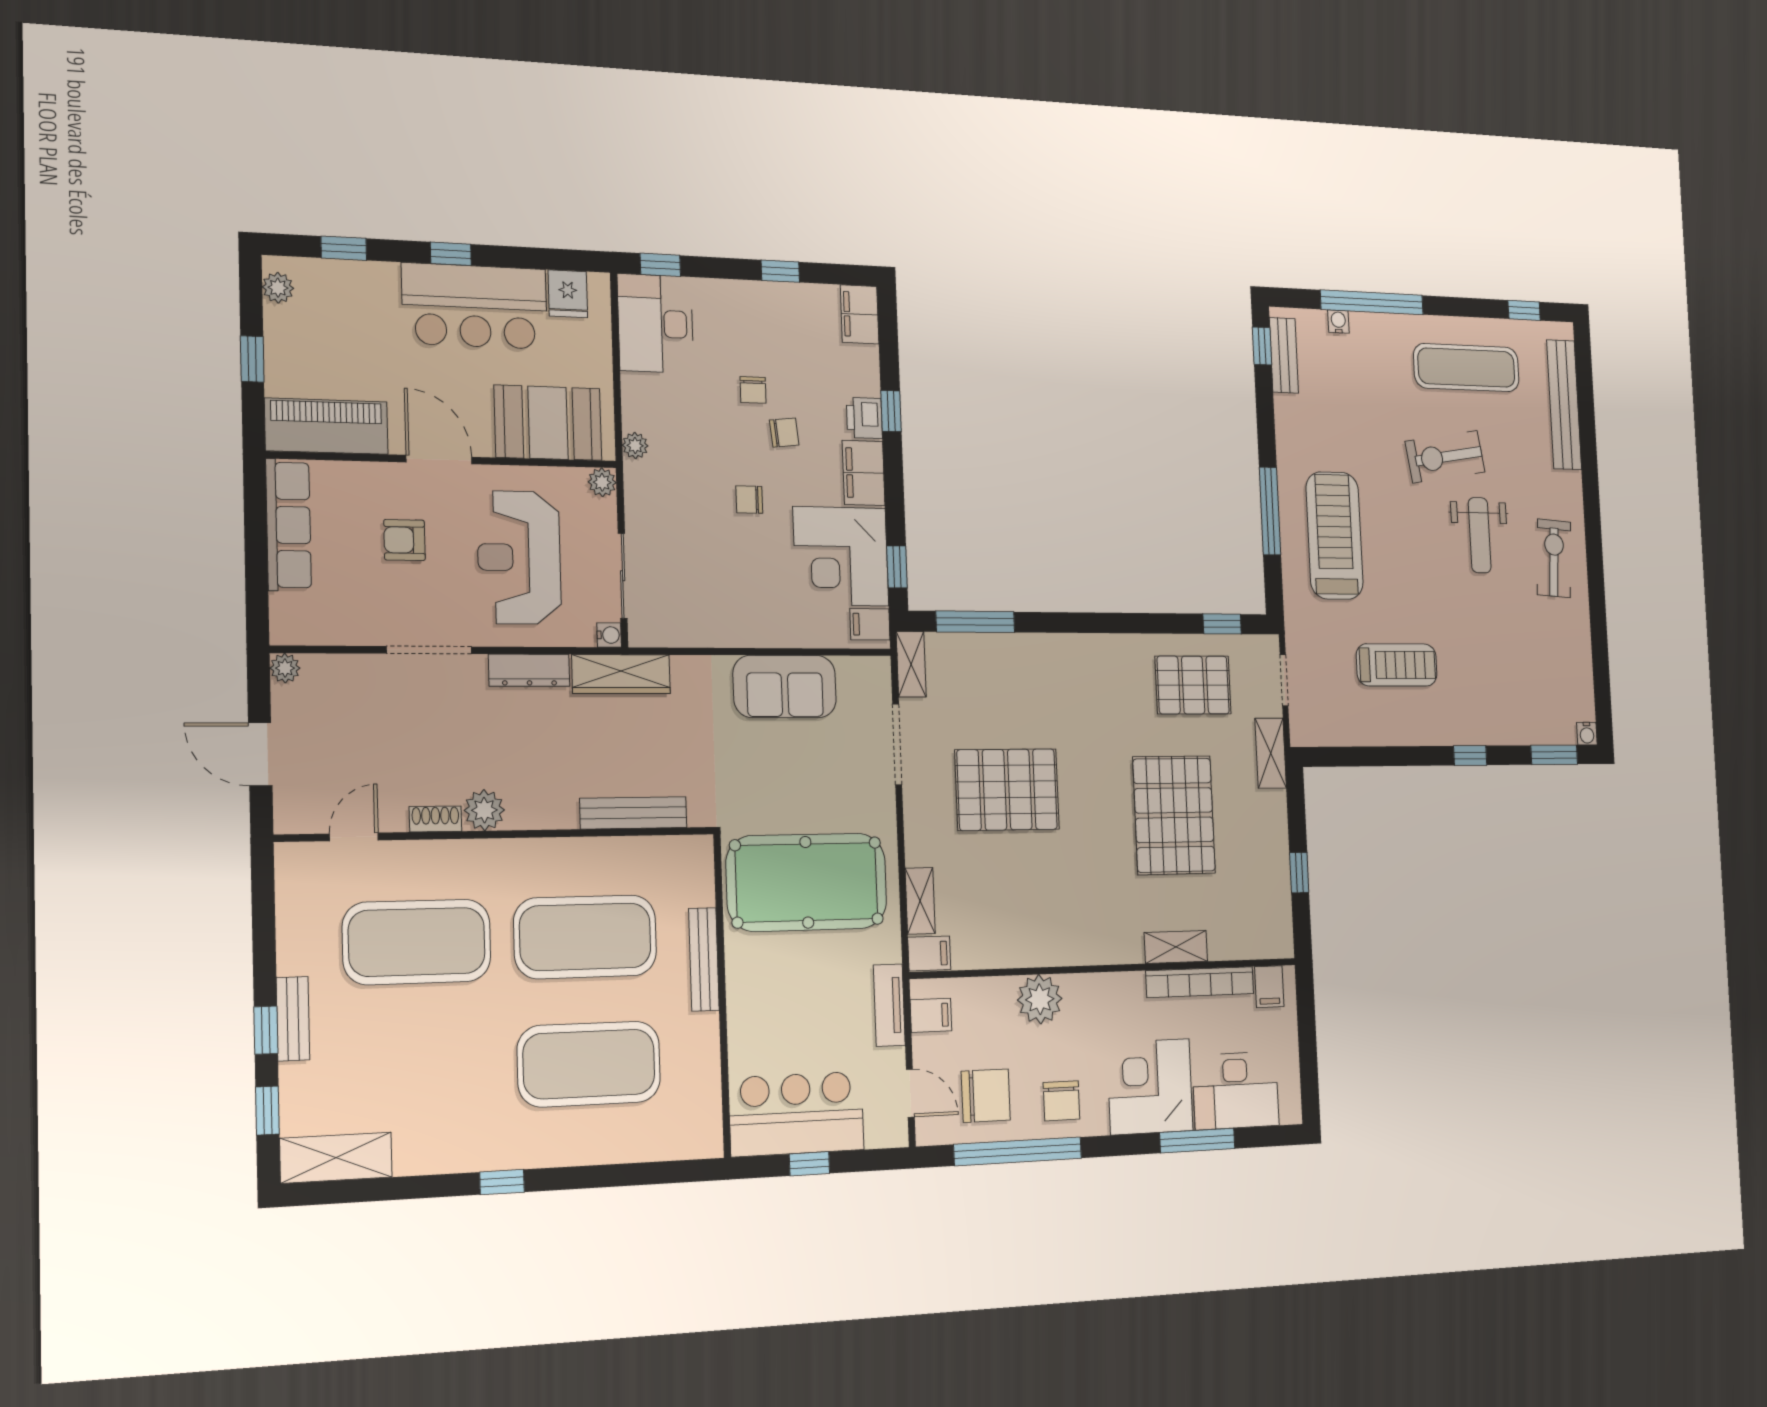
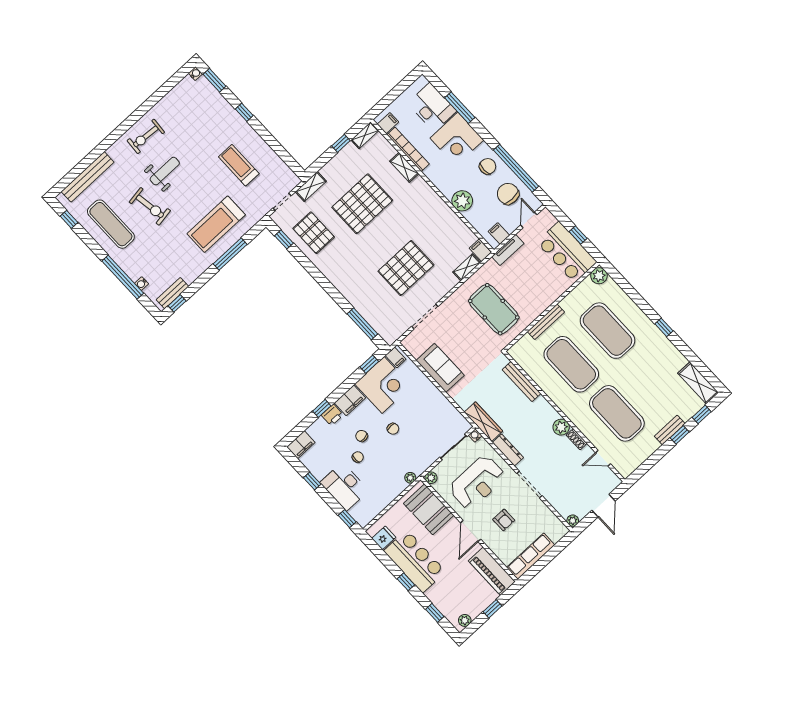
desk: (655, 323) -> (344, 486), moved, turned 90
shelving: (911, 664) -> (365, 135), moved
pallet: (1007, 790) -> (406, 268), turned 90
pool table: (807, 882) -> (494, 309), width x0.73, depth x0.76
plant: (704, 1138) -> (599, 276), added

